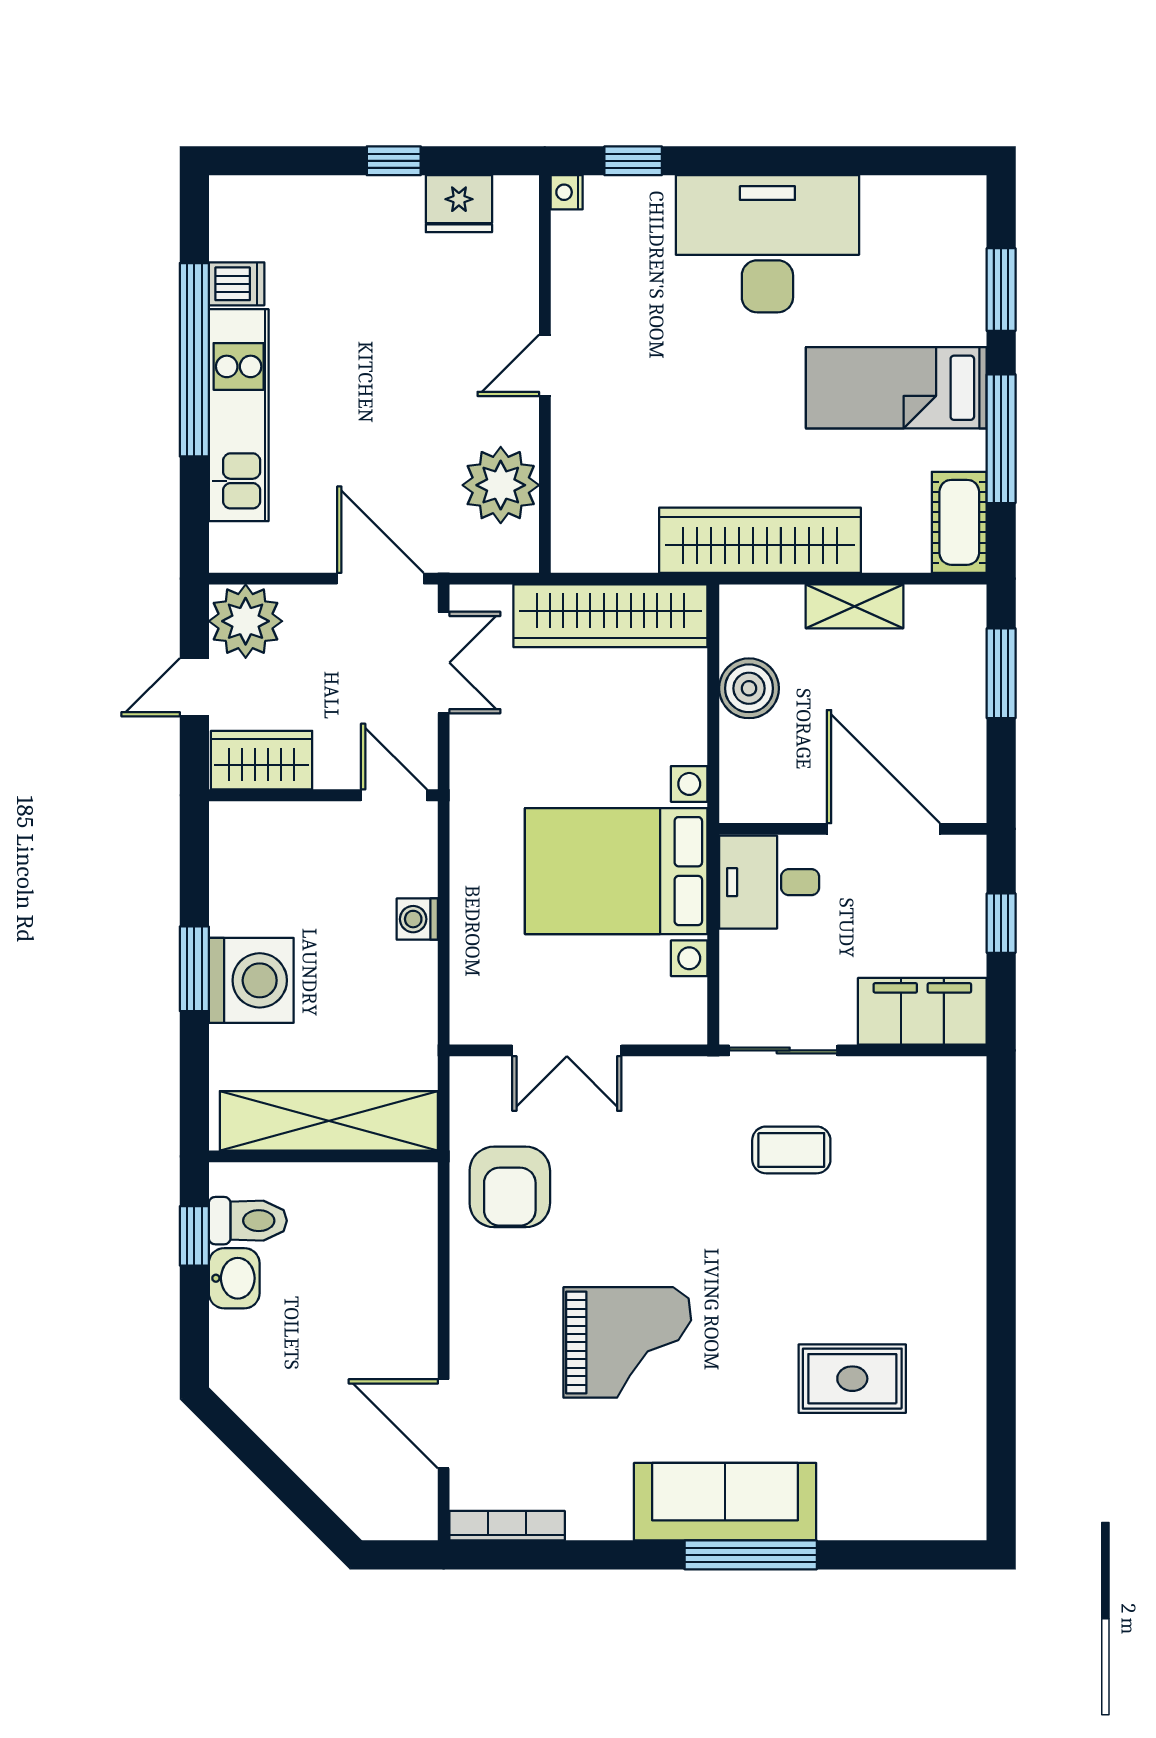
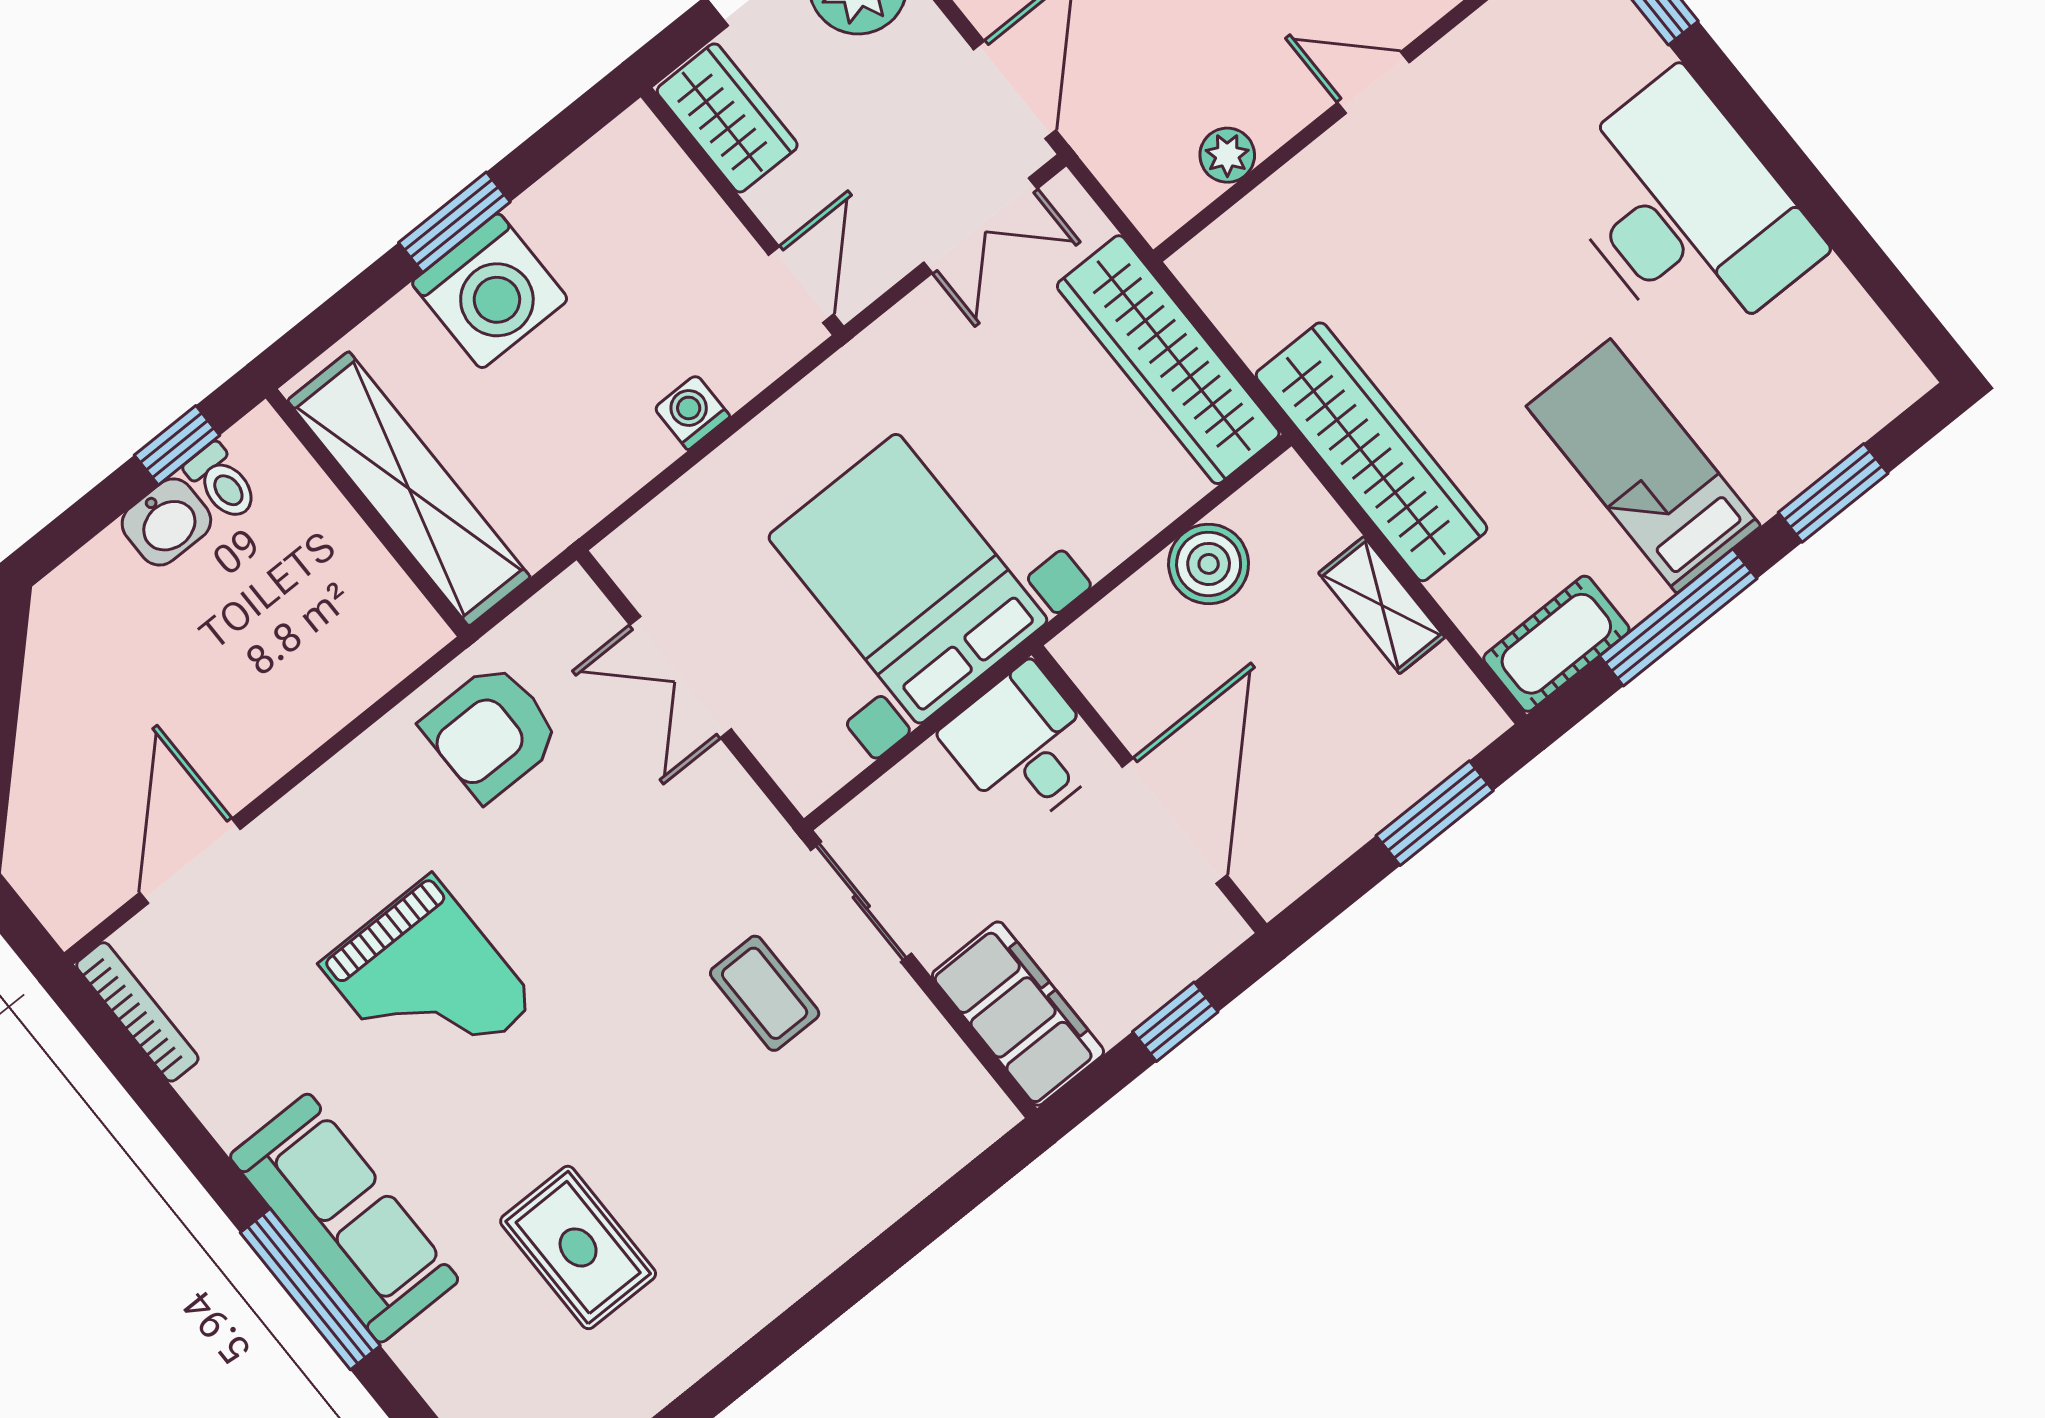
plant: (501, 485) -> (1227, 155), width x0.53, depth x0.53
toilet: (248, 1221) -> (222, 482), width x0.73, depth x0.72

